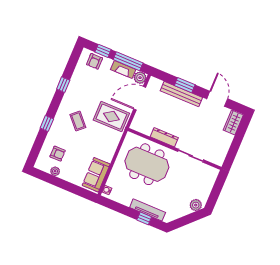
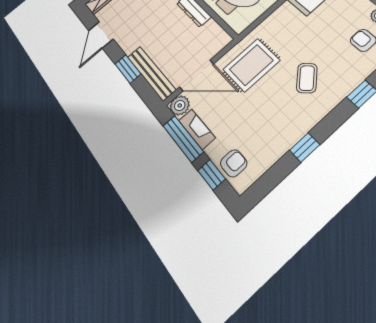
bench: (181, 94) -> (151, 73), moved
rug: (111, 117) -> (251, 65), turned 90

